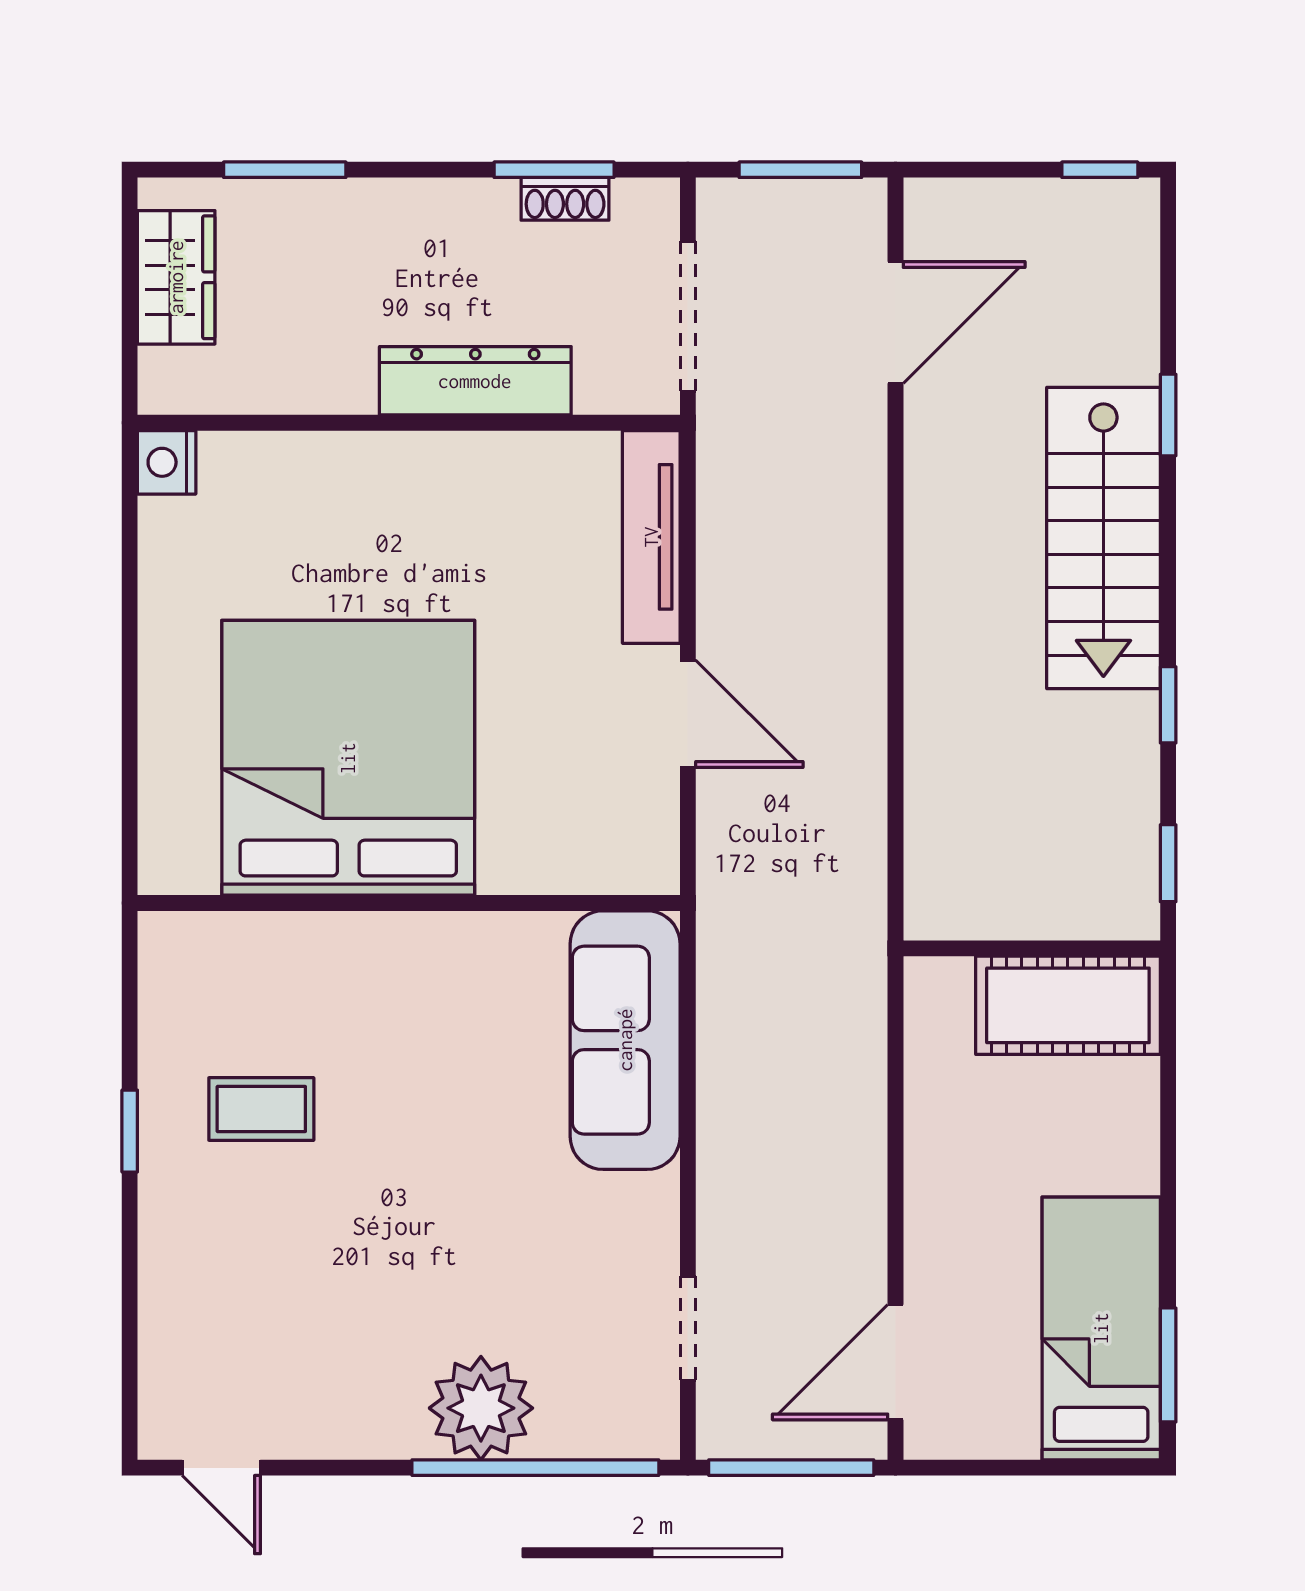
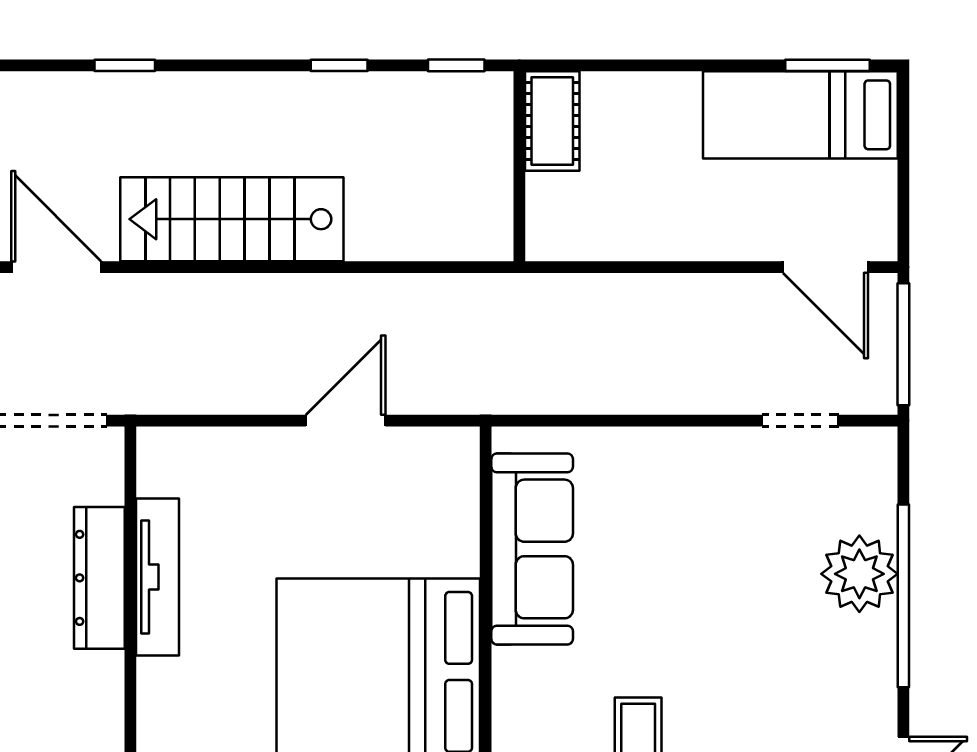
tv unit: (651, 537) -> (157, 577), moved, turned -90
stairs: (1103, 538) -> (232, 219), moved, turned 180
cot: (1068, 1005) -> (552, 121), width x0.73, depth x0.75
sofa: (625, 1040) -> (532, 549), moved, turned -90
window: (535, 1468) -> (903, 596), moved

